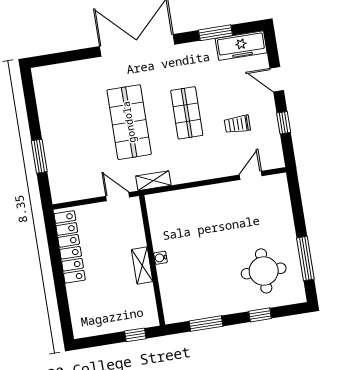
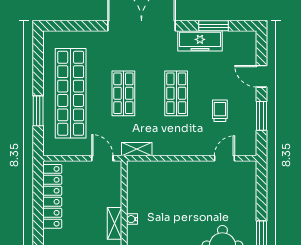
freezer: (241, 46) -> (200, 41), moved
shop shelf: (129, 122) -> (123, 93), width x0.70, depth x0.74
window: (284, 123) -> (261, 116), width x1.50
trolley: (237, 124) -> (220, 111), turned 90
shop shelf: (72, 131) -> (71, 93), added

